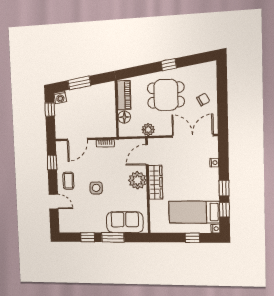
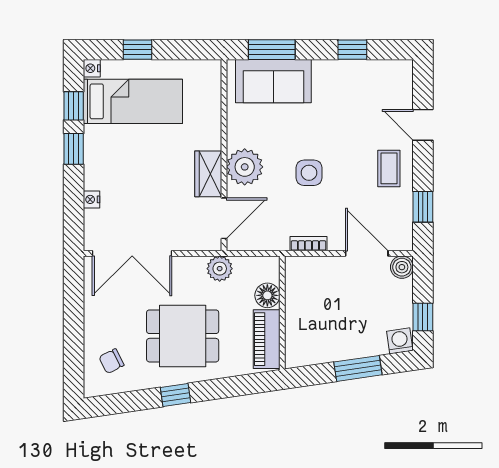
chair: (203, 99) -> (111, 361), moved
boiler: (61, 133) -> (402, 267), added
door: (77, 139) -> (367, 253), hinge flipped
wardrobe: (155, 182) -> (208, 174), width x0.67
side table: (96, 188) -> (309, 173), moved
window: (113, 237) -> (272, 50), moved

